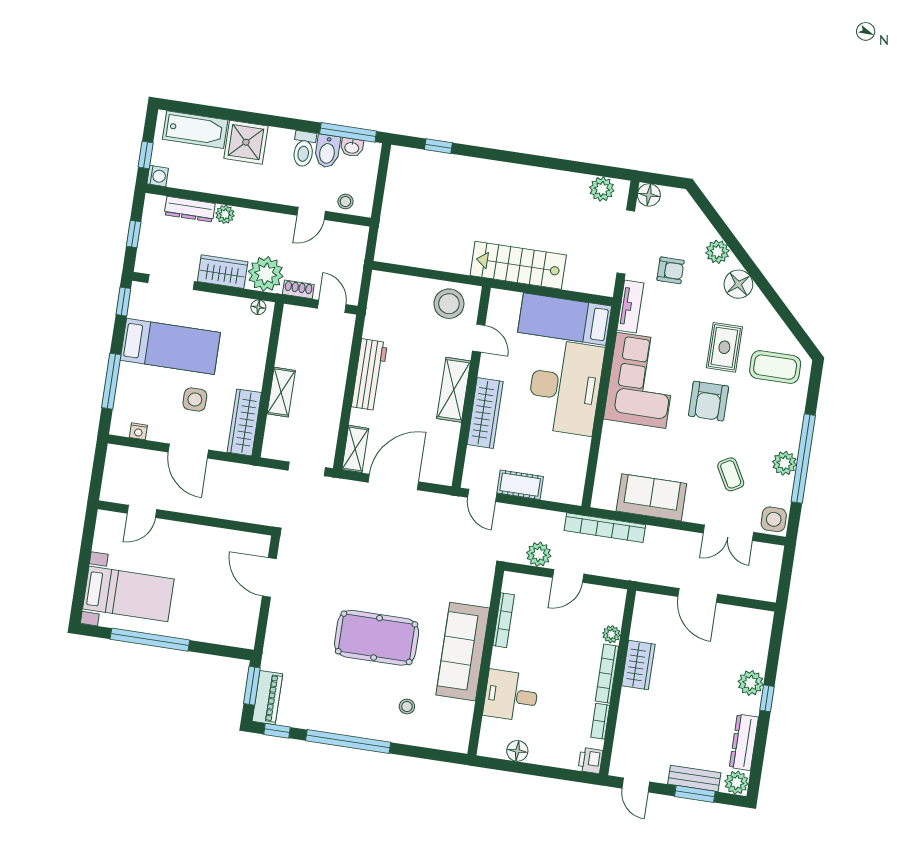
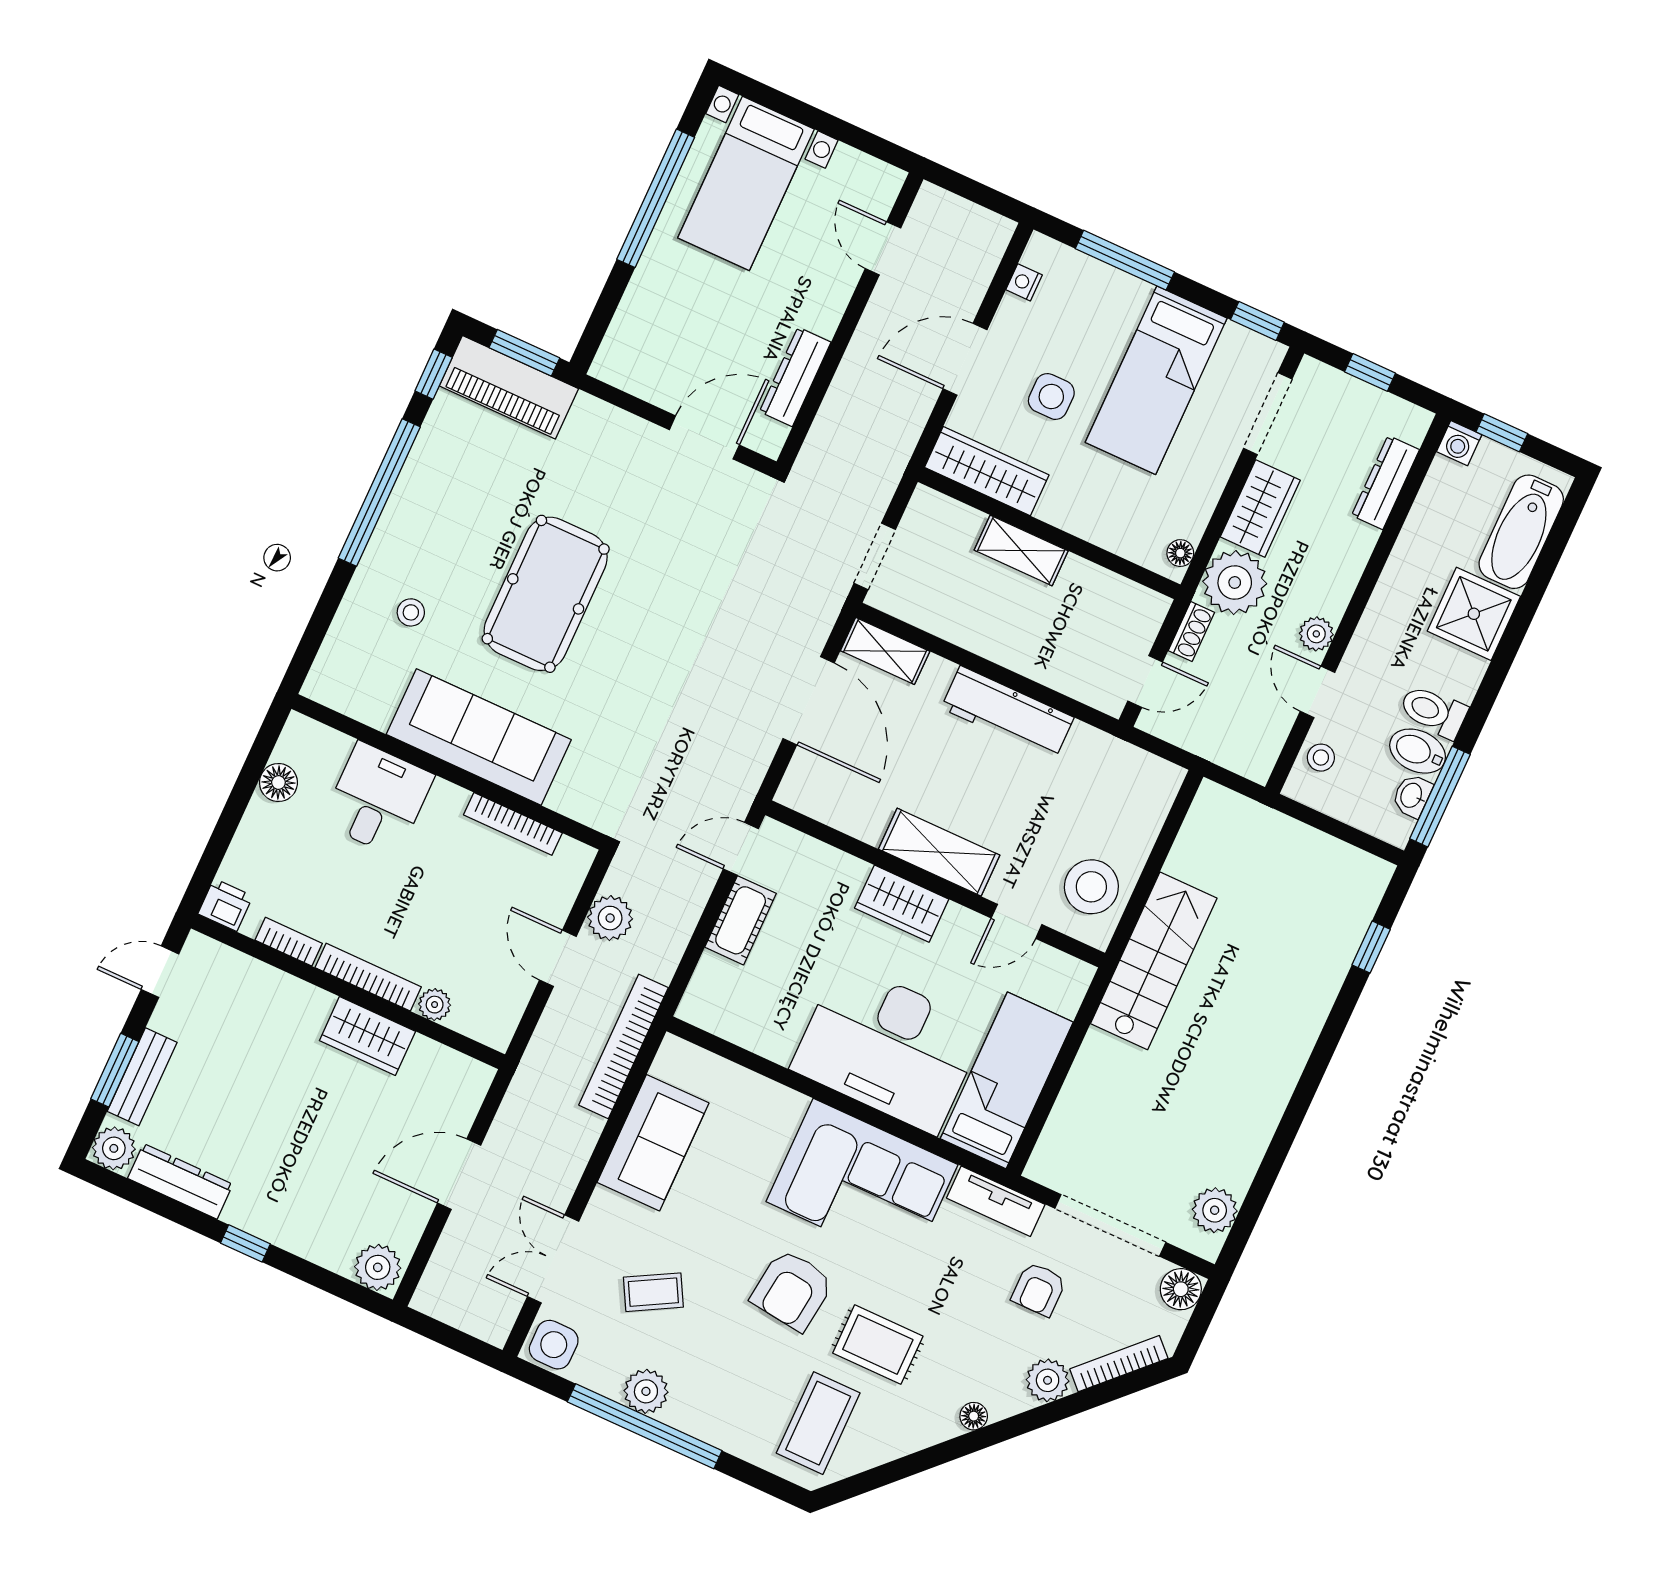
plant: (225, 214) -> (1316, 634), moved
bookcase: (698, 217) -> (1119, 1364), added
stairs: (518, 265) -> (1154, 961), moved
floor lamp: (738, 284) -> (974, 1416), width x0.53, depth x0.53
armchair: (709, 401) -> (792, 1290), turned -83
wardrobe: (485, 413) -> (902, 904), width x0.67
dresser: (223, 538) -> (795, 377), added
plant: (751, 683) -> (378, 1267), moved
piano: (267, 698) -> (509, 387), width x1.37, depth x1.33

